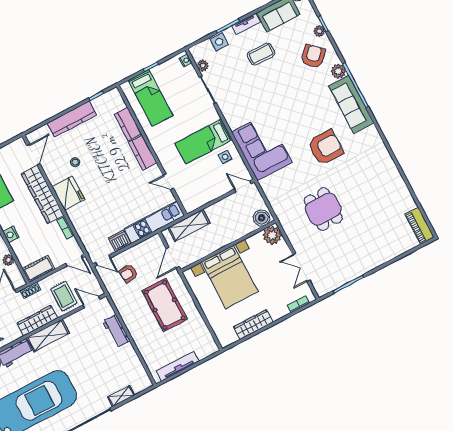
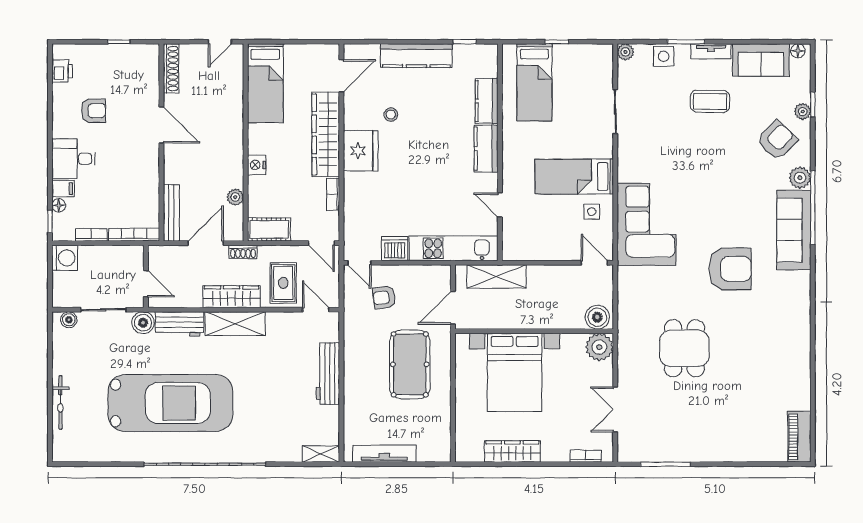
nightstand: (185, 61) -> (606, 58), removed
plant: (203, 66) -> (625, 52), moved
workbench: (116, 331) -> (328, 374), width x1.38
shelving: (121, 396) -> (321, 454), moved

